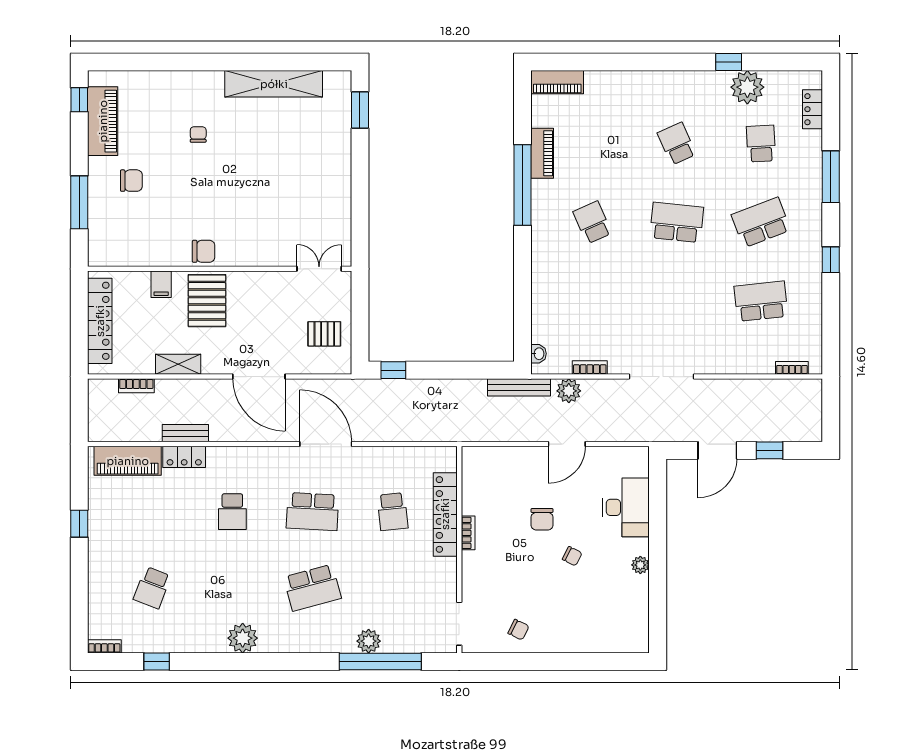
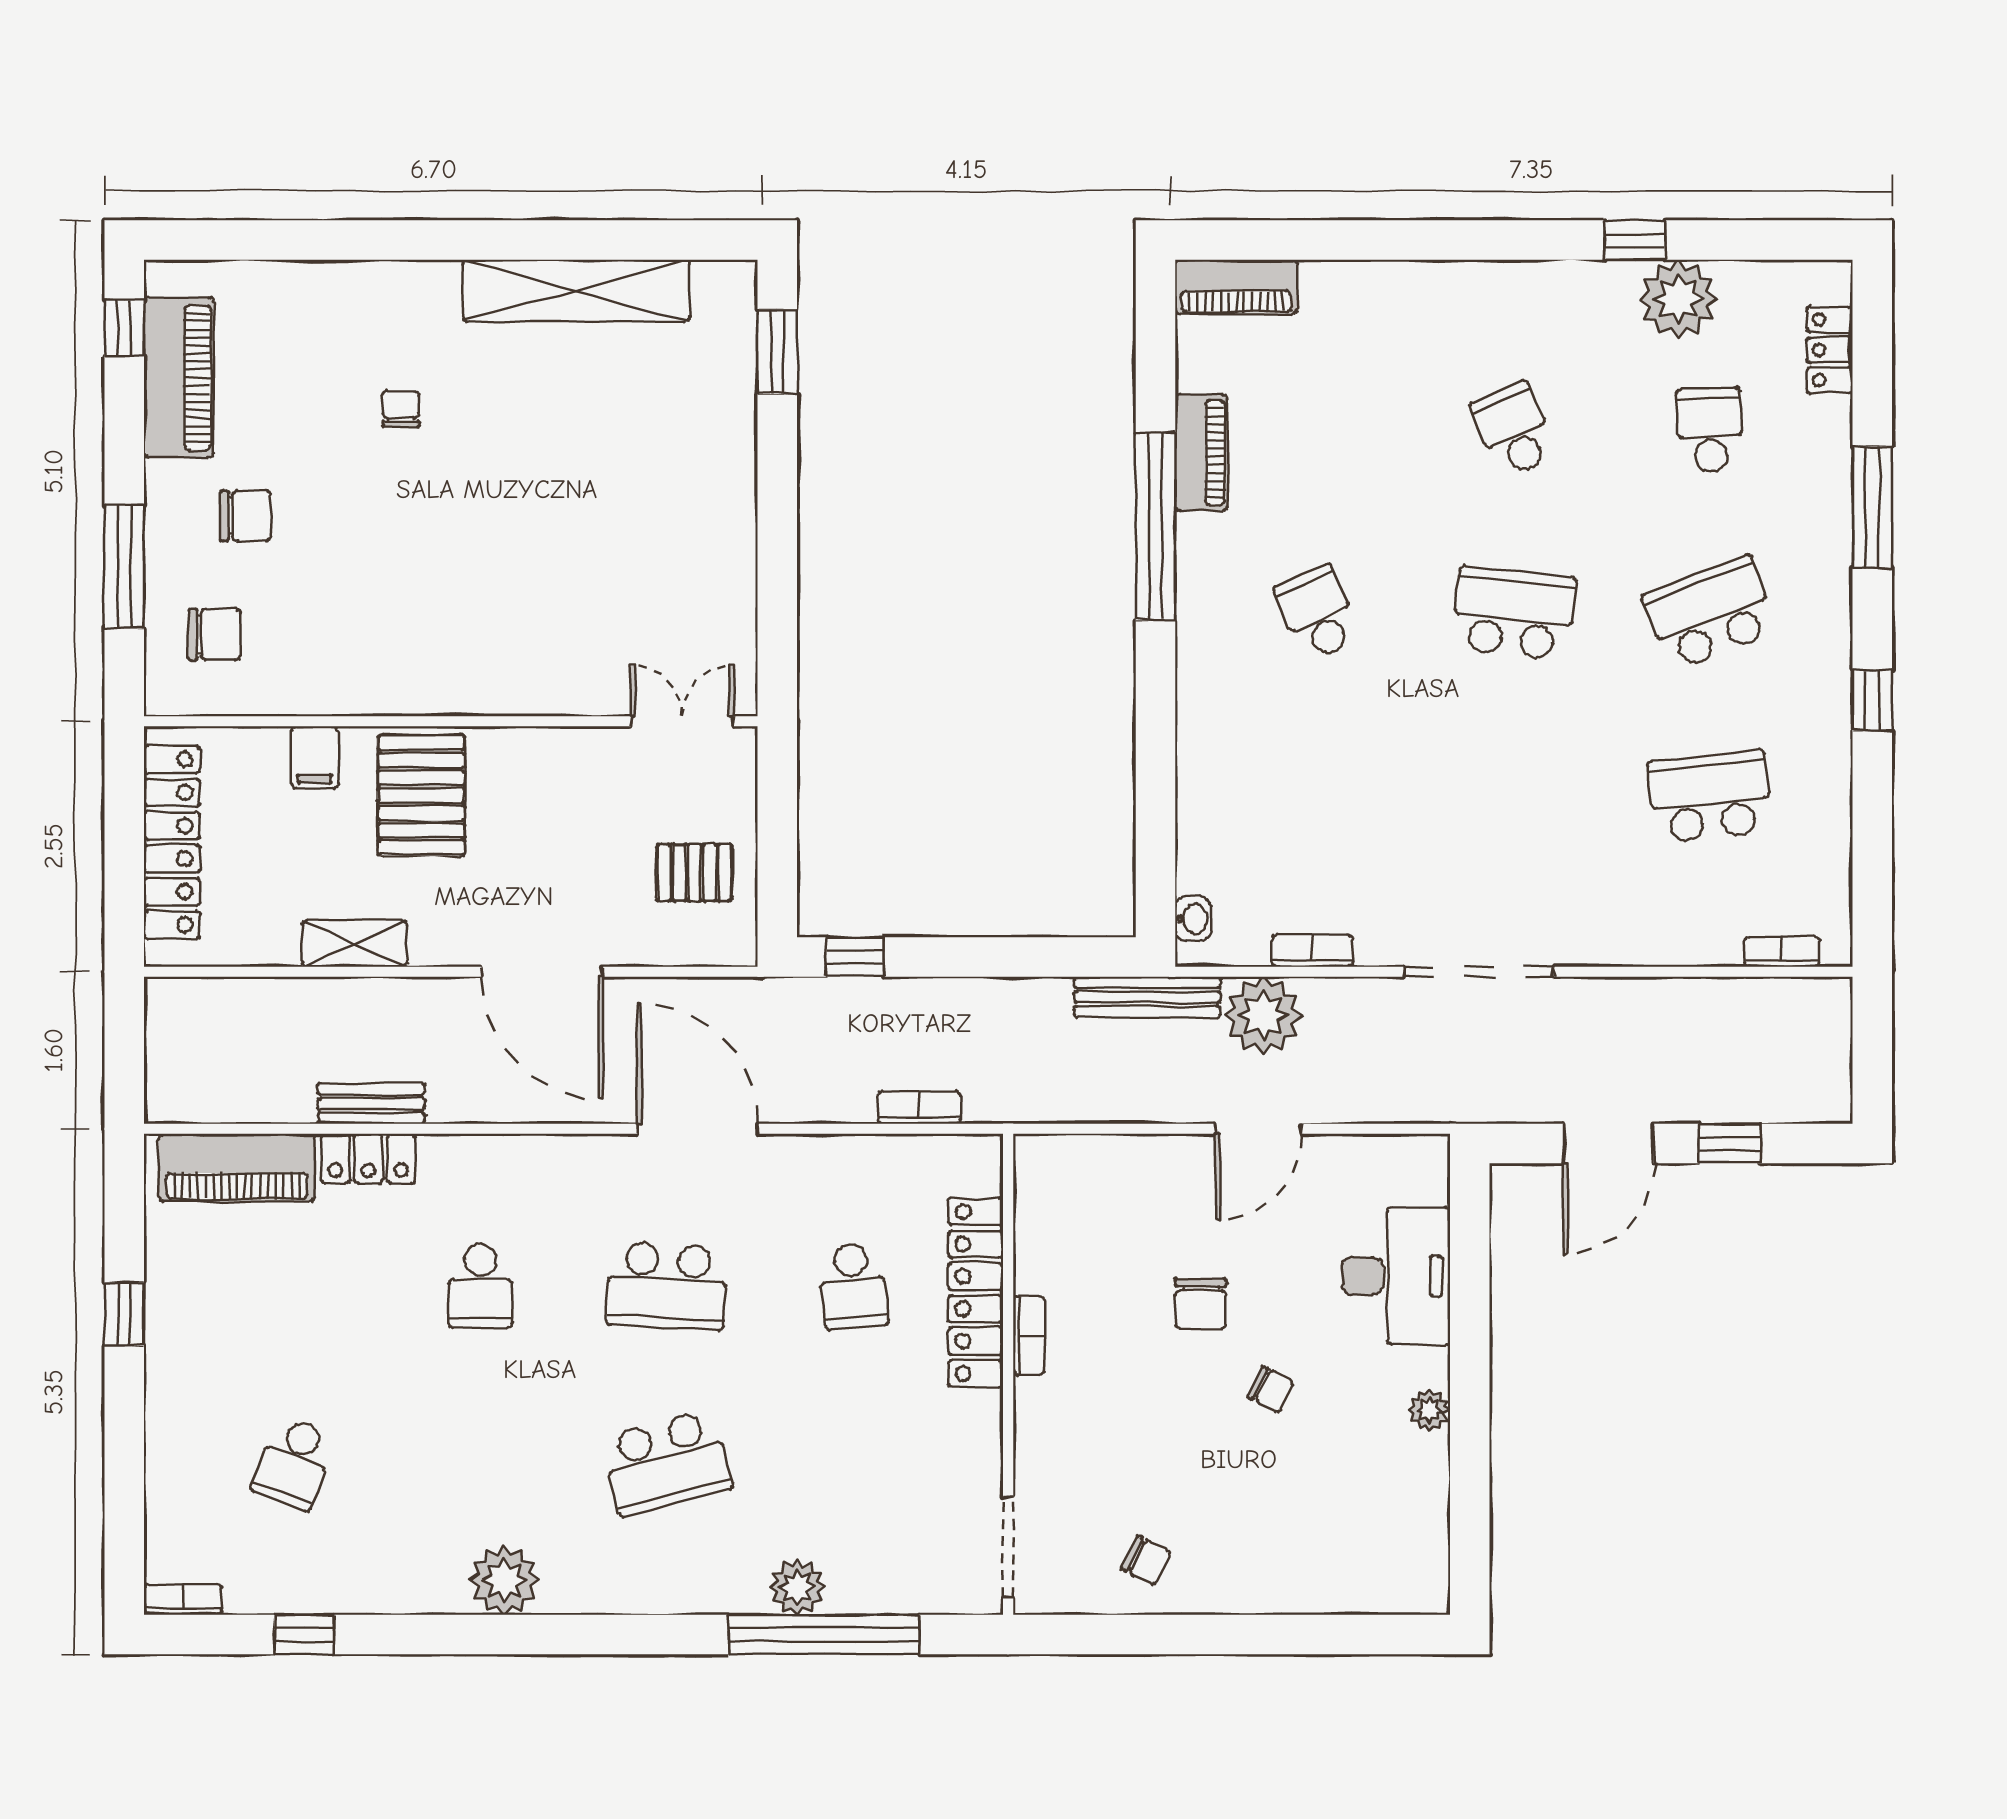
chair: (204, 251) -> (215, 634), moved
bookcase: (136, 386) -> (919, 1107), moved, turned 180
plant: (569, 391) -> (1263, 1015), width x1.36, depth x1.36

